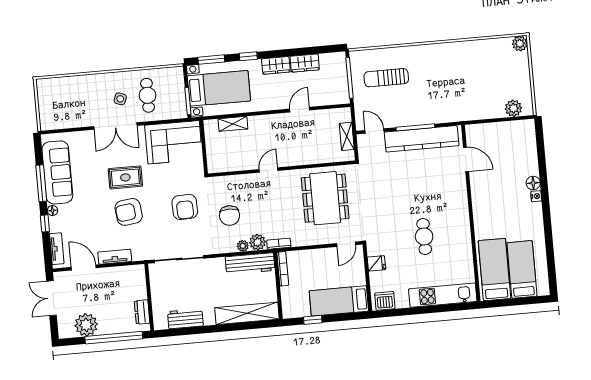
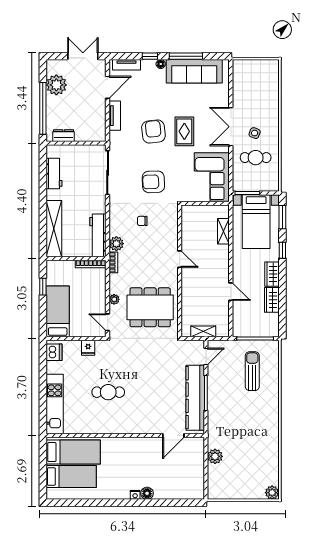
plant: (513, 108) -> (215, 456), moved
chair: (230, 216) -> (142, 221), width x0.54, depth x0.54
plant: (243, 246) -> (114, 299), moved

